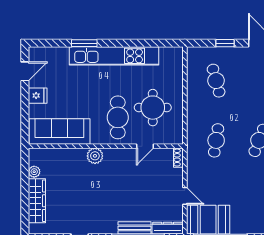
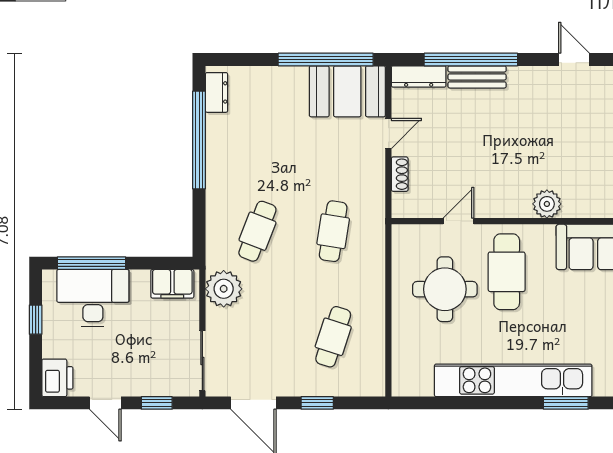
cafe table: (216, 81) -> (333, 337), turned 33
shoe rack: (178, 158) -> (400, 174), moved
door: (185, 196) -> (388, 133), swing flipped

